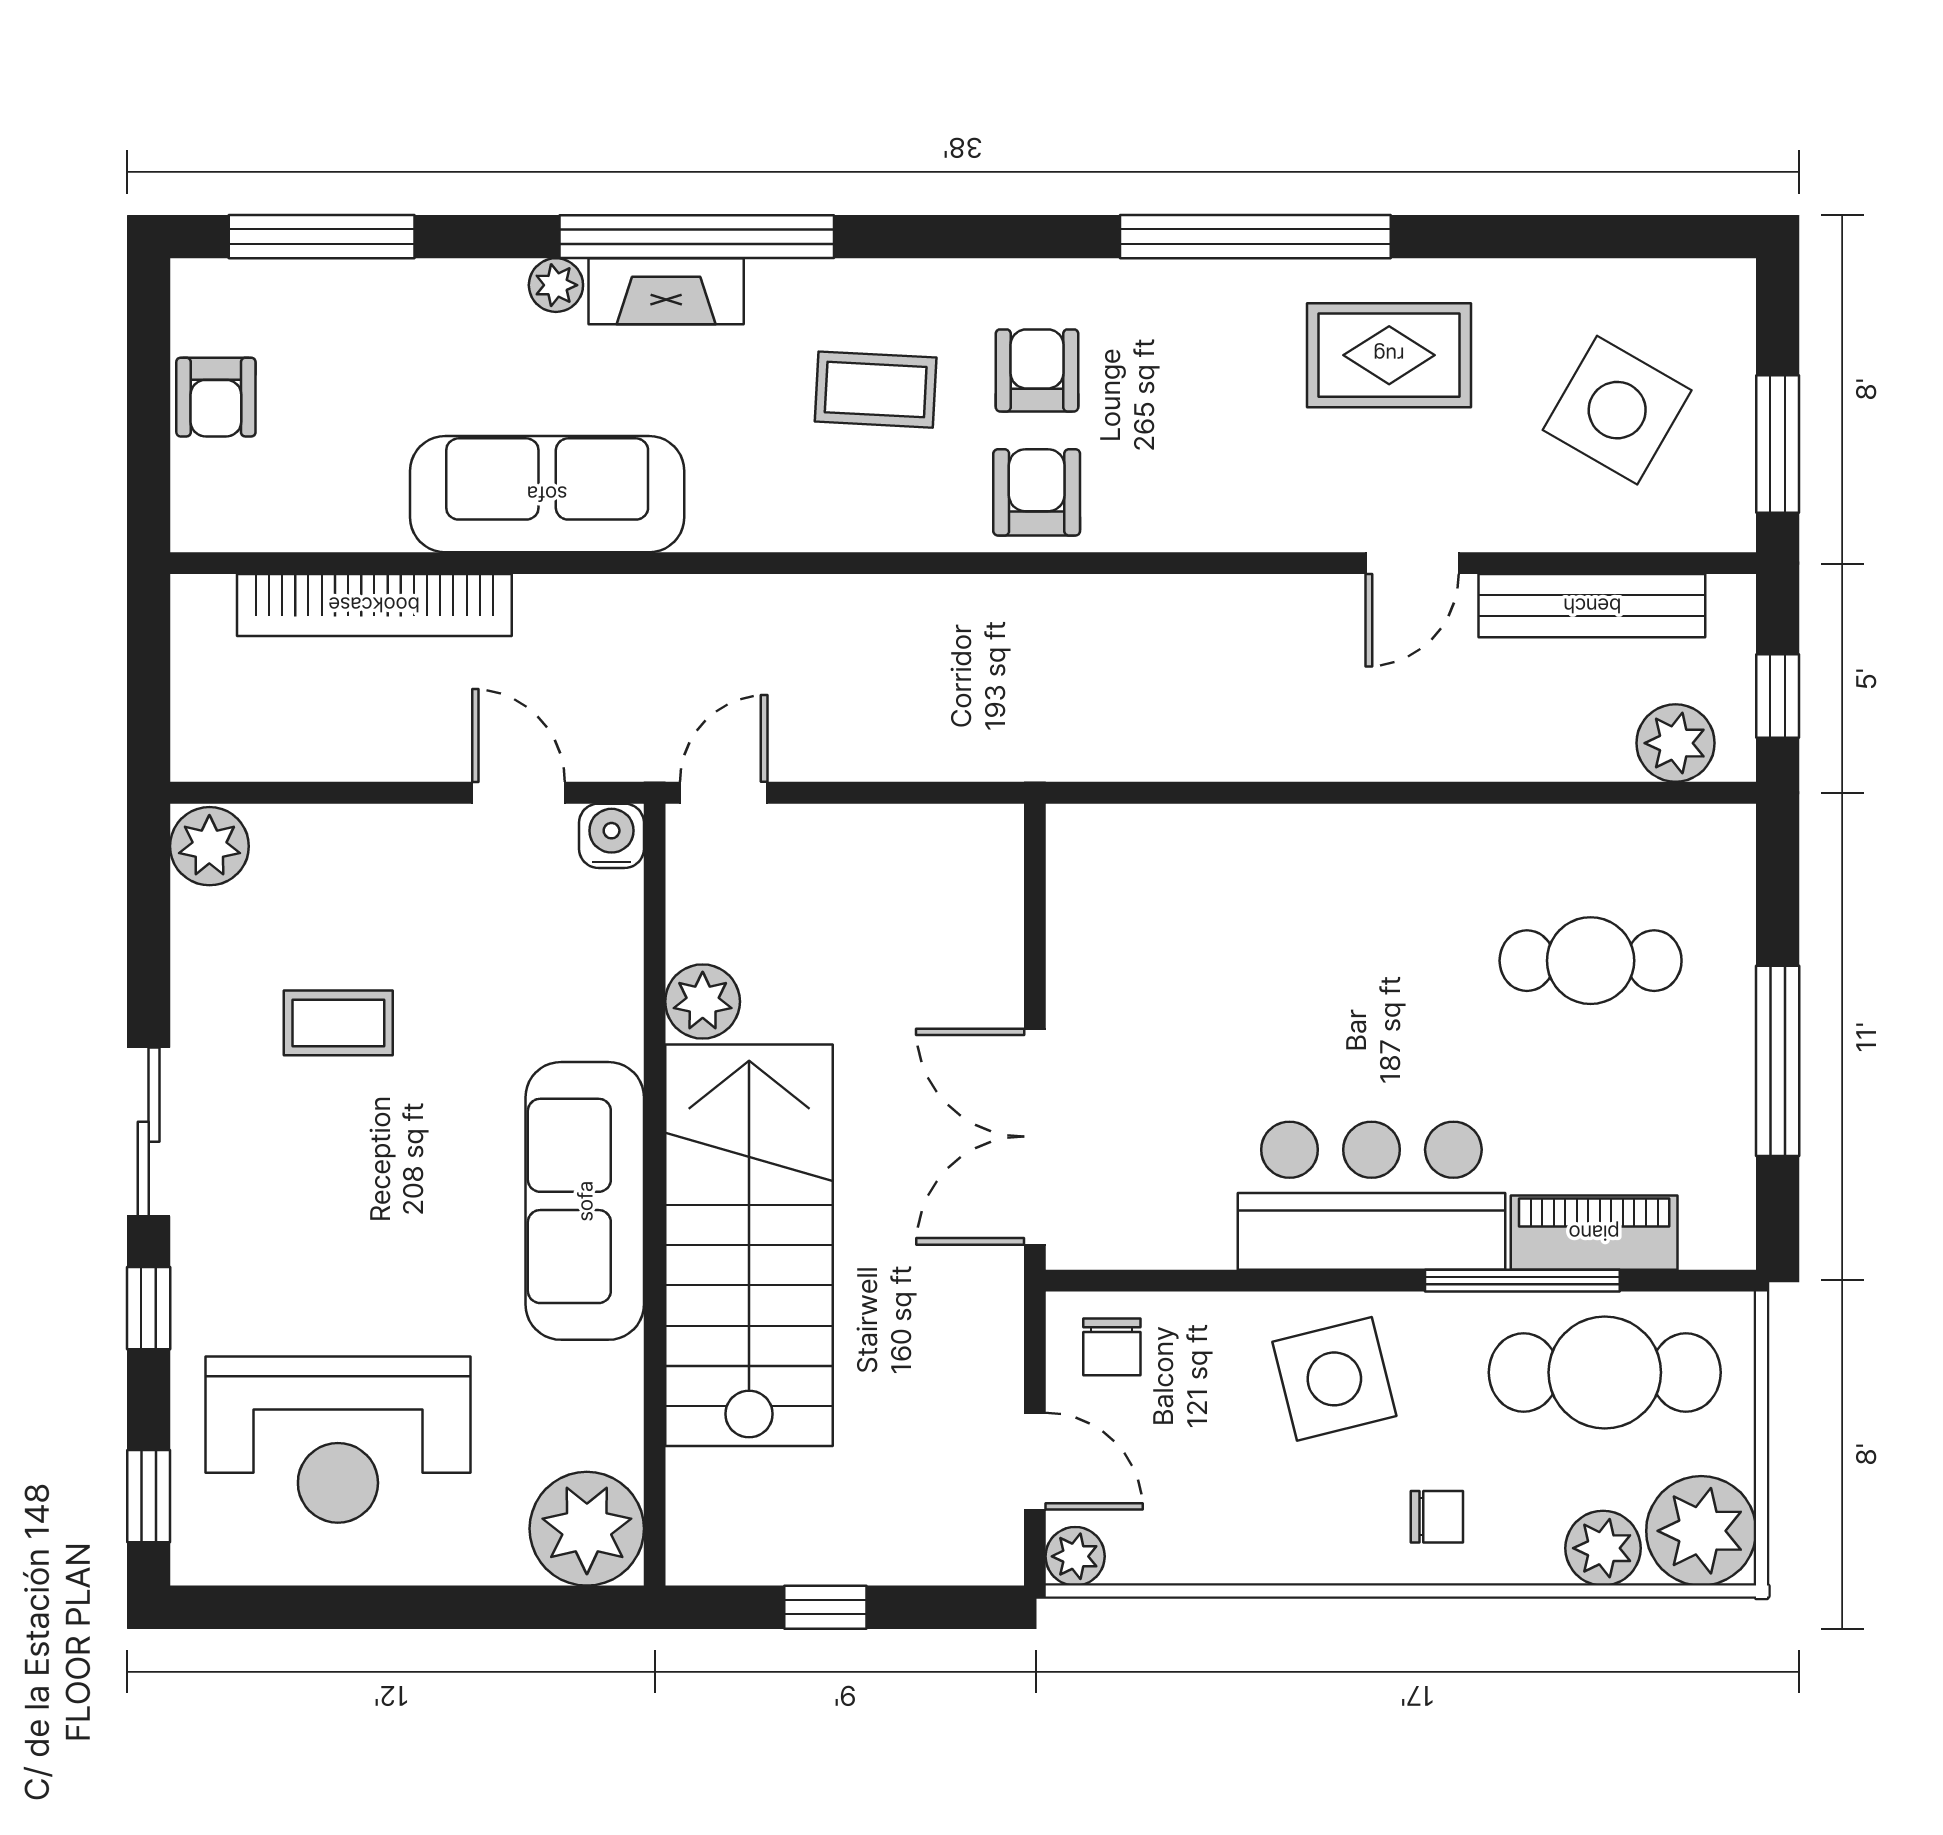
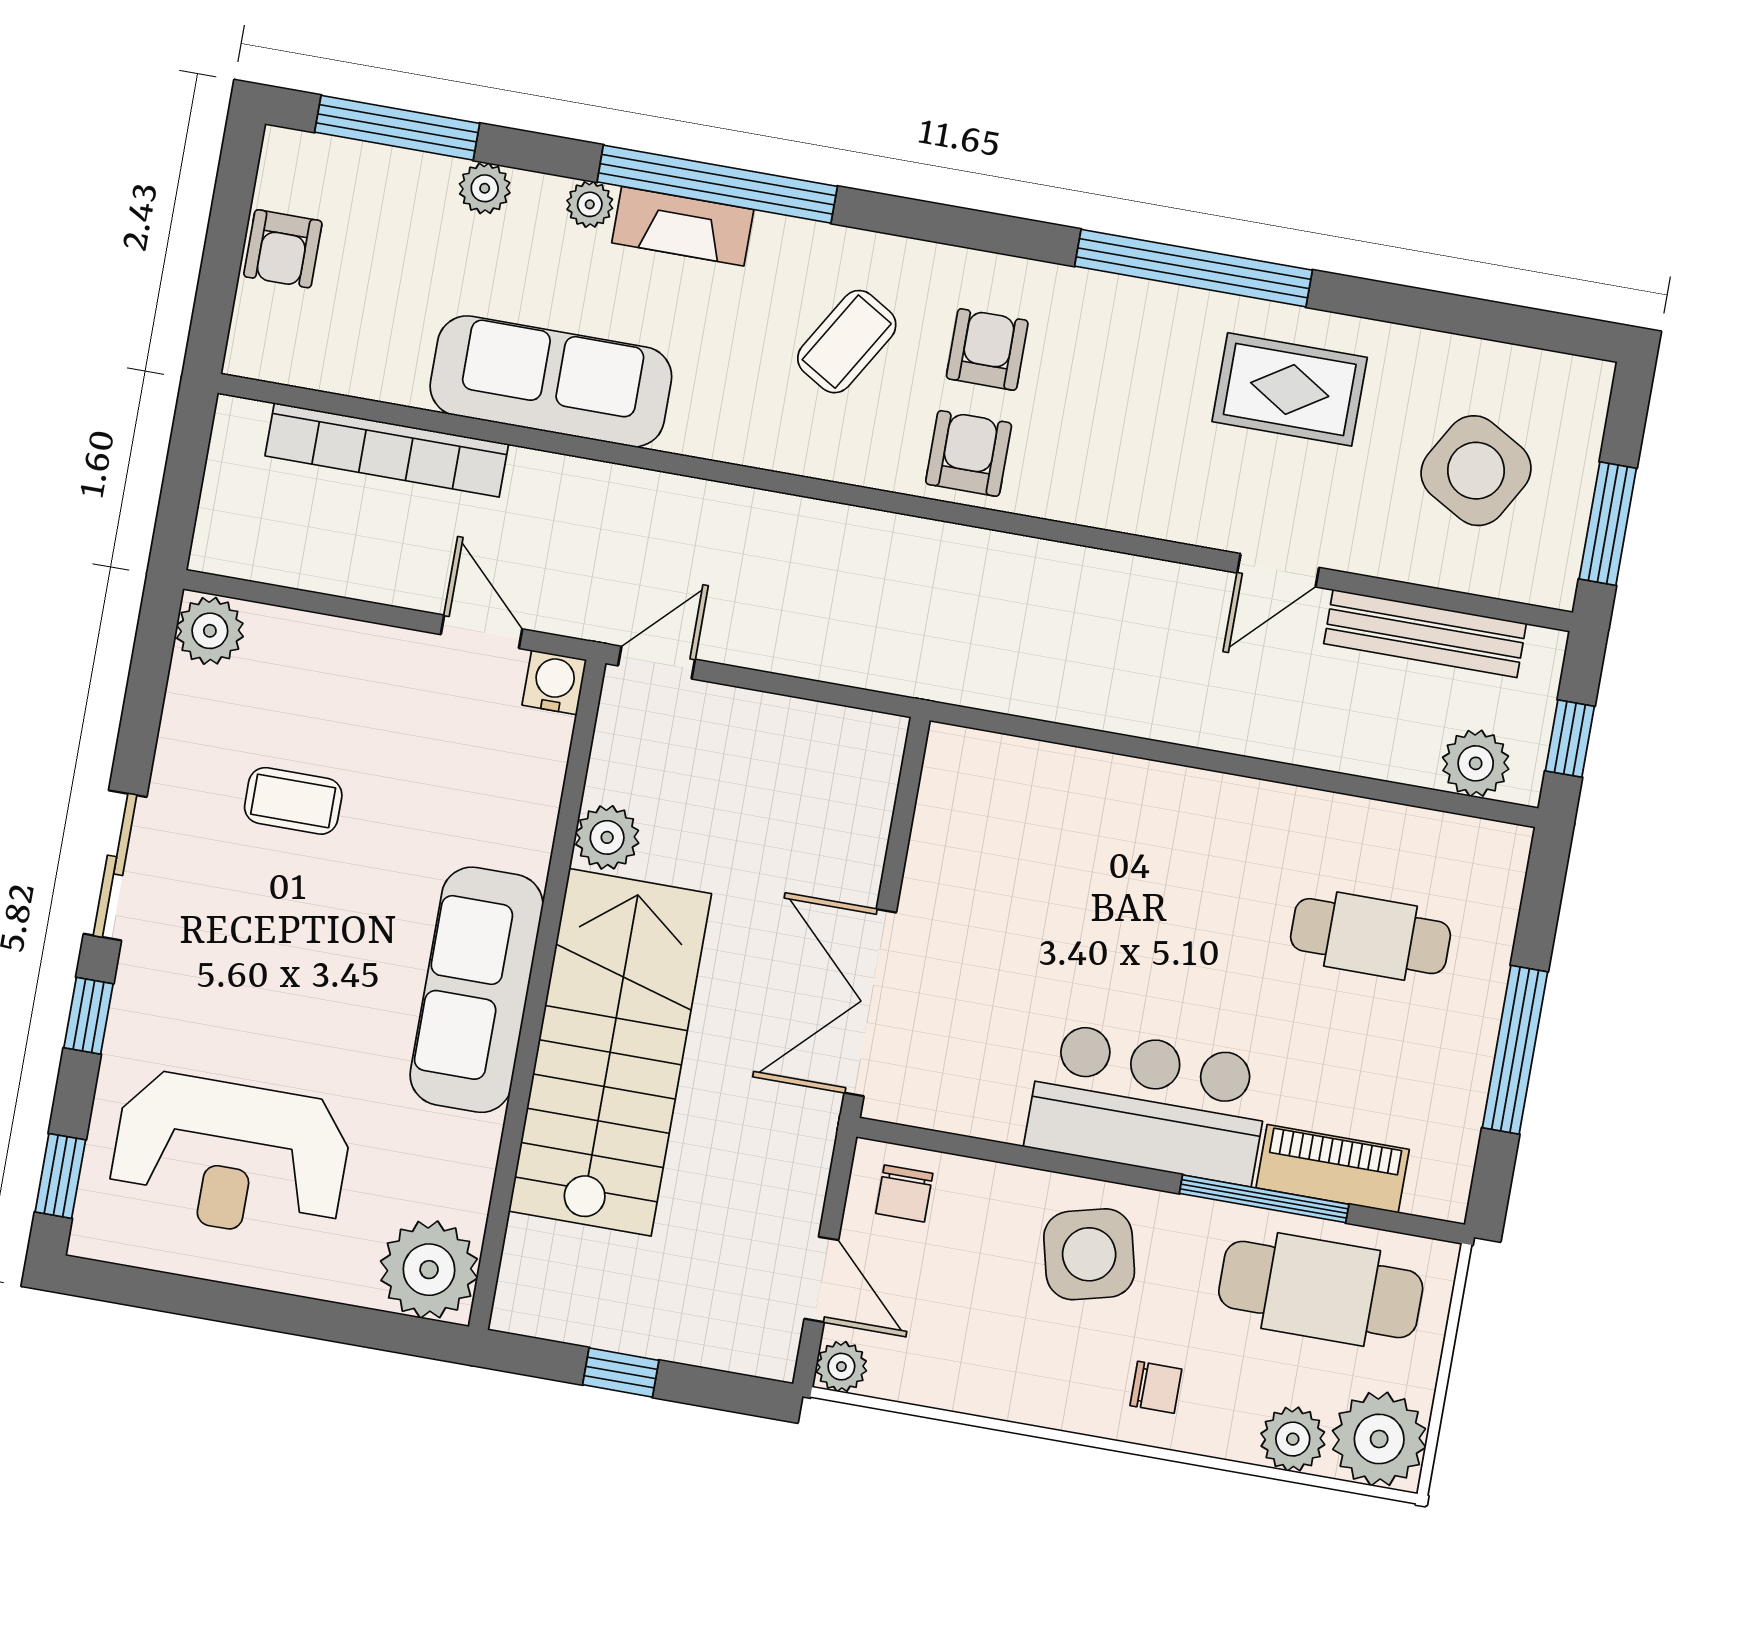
plant: (433, 288) -> (485, 188), added
coffee table: (876, 390) -> (847, 342), turned -62

